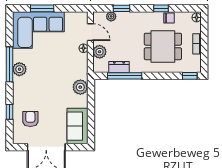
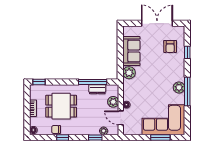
sofa: (77, 126) -> (131, 51), moved

